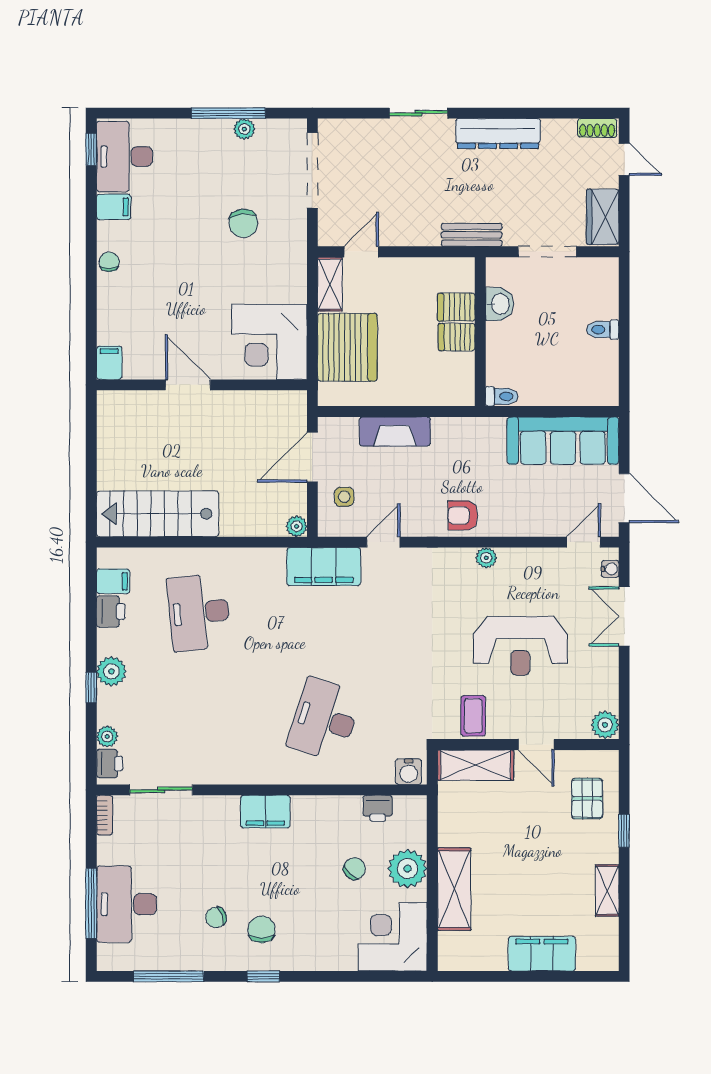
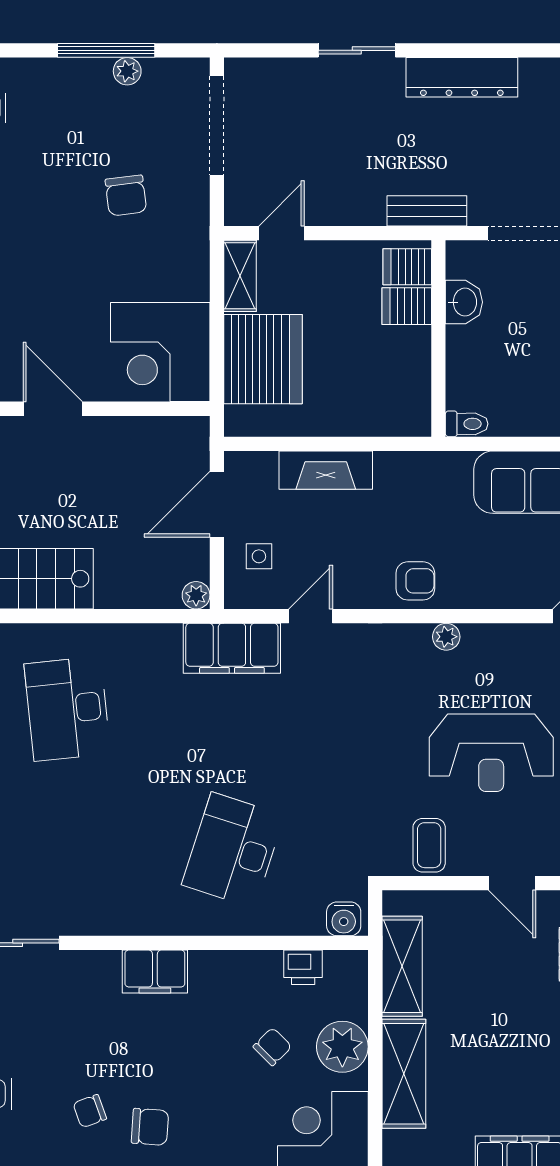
server rack: (457, 337) -> (407, 267), moved
armchair: (463, 515) -> (415, 581), turned 180
shelving: (476, 765) -> (402, 966), moved, turned 90
chair: (262, 929) -> (150, 1127), turned 94

